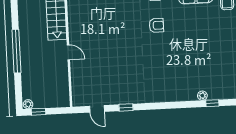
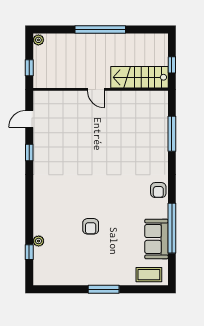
armchair: (156, 25) -> (91, 226), moved
door: (68, 52) -> (96, 89), hinge flipped
window: (39, 112) -> (29, 68), moved

